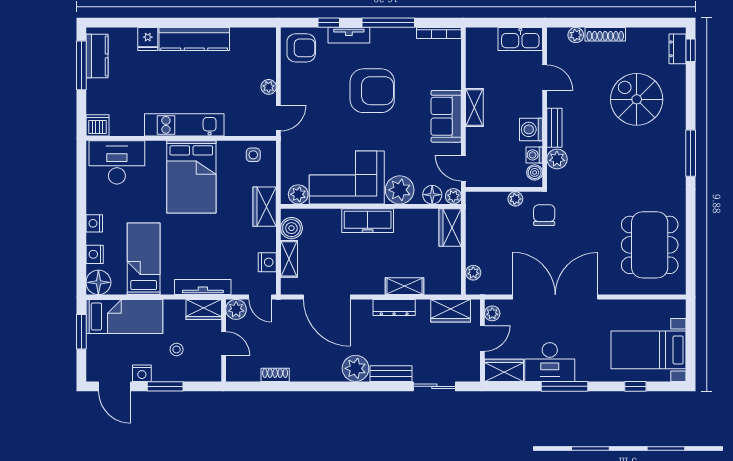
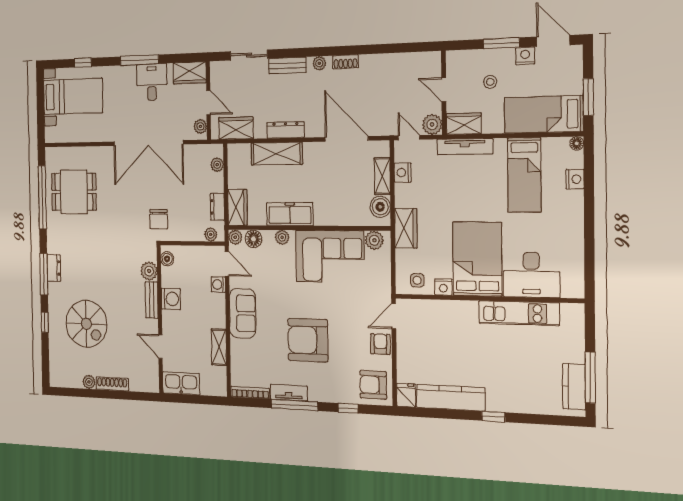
window: (176, 23) -> (493, 417), added
tv unit: (349, 35) -> (289, 393), moved
plant: (576, 35) -> (89, 382), moved
fridge: (148, 39) -> (406, 395), moved
kitchen counter: (194, 39) -> (451, 398), moved
dresser: (678, 49) -> (54, 268), moved
window: (691, 50) -> (45, 322), moved
plant: (269, 87) -> (403, 348), removed
armchair: (293, 90) -> (380, 344), added
shelving: (474, 107) -> (219, 347), moved
dishwasher: (98, 125) -> (573, 314), removed
kitchen unit: (184, 125) -> (519, 313), moved
washing machine: (534, 155) -> (218, 284), moved, turned 180
desk: (117, 162) -> (531, 275), moved
plant: (400, 190) -> (282, 237), width x0.53, depth x0.53
plant: (515, 199) -> (211, 235), moved
freezer: (368, 221) -> (290, 214), moved
nightstand: (94, 223) -> (443, 287), moved, turned 90
dresser: (474, 228) -> (217, 207), added
window: (691, 239) -> (42, 197), added
dining table: (650, 245) -> (74, 192), width x0.73
floor lamp: (98, 282) -> (577, 143), width x0.53, depth x0.53
shelving: (404, 286) -> (277, 154), width x1.50, depth x1.33
door: (482, 338) -> (208, 103), swing flipped
desk: (550, 362) -> (152, 82), width x0.73
plant: (356, 368) -> (319, 63), width x0.53, depth x0.53
shoe rack: (275, 375) -> (345, 62), moved

